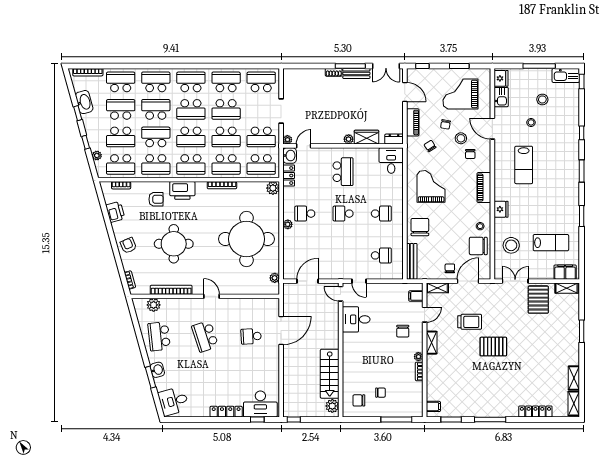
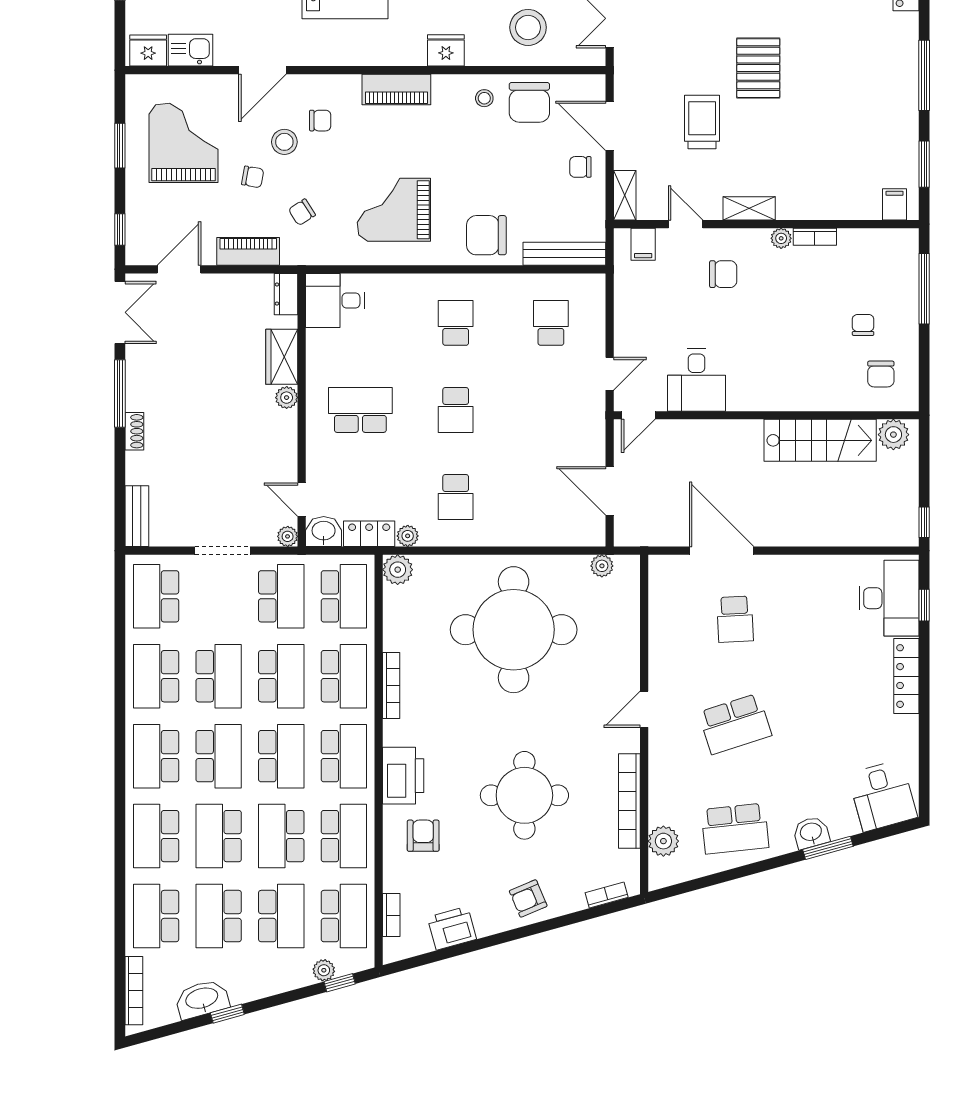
bench: (356, 73) -> (137, 516), moved
grand piano: (460, 94) -> (183, 143), turned 180
window: (86, 142) -> (340, 983), moved
plant: (288, 224) -> (408, 536), moved

